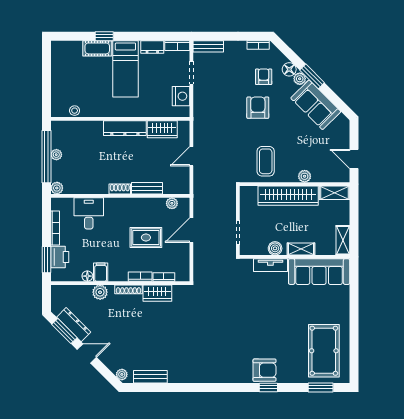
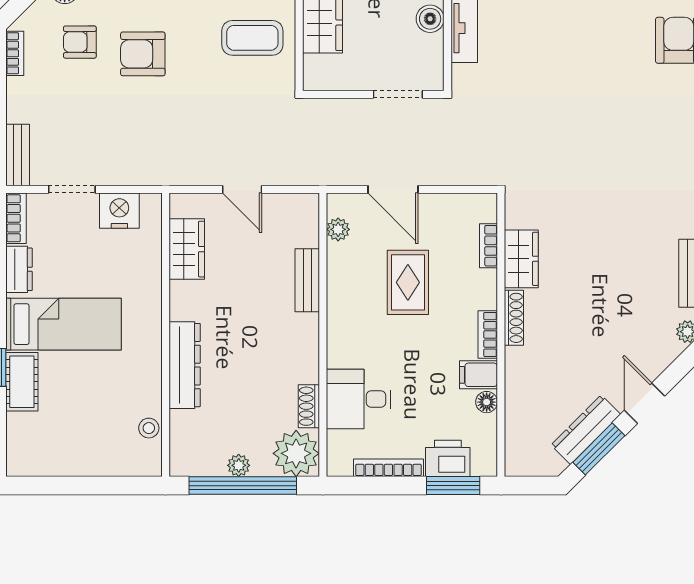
dresser: (125, 128) -> (185, 365), moved
plant: (57, 188) -> (296, 453), width x1.88, depth x1.88
shoe rack: (120, 189) -> (309, 406), moved
bookcase: (140, 277) -> (488, 334), moved
plant: (100, 292) -> (520, 376), removed

